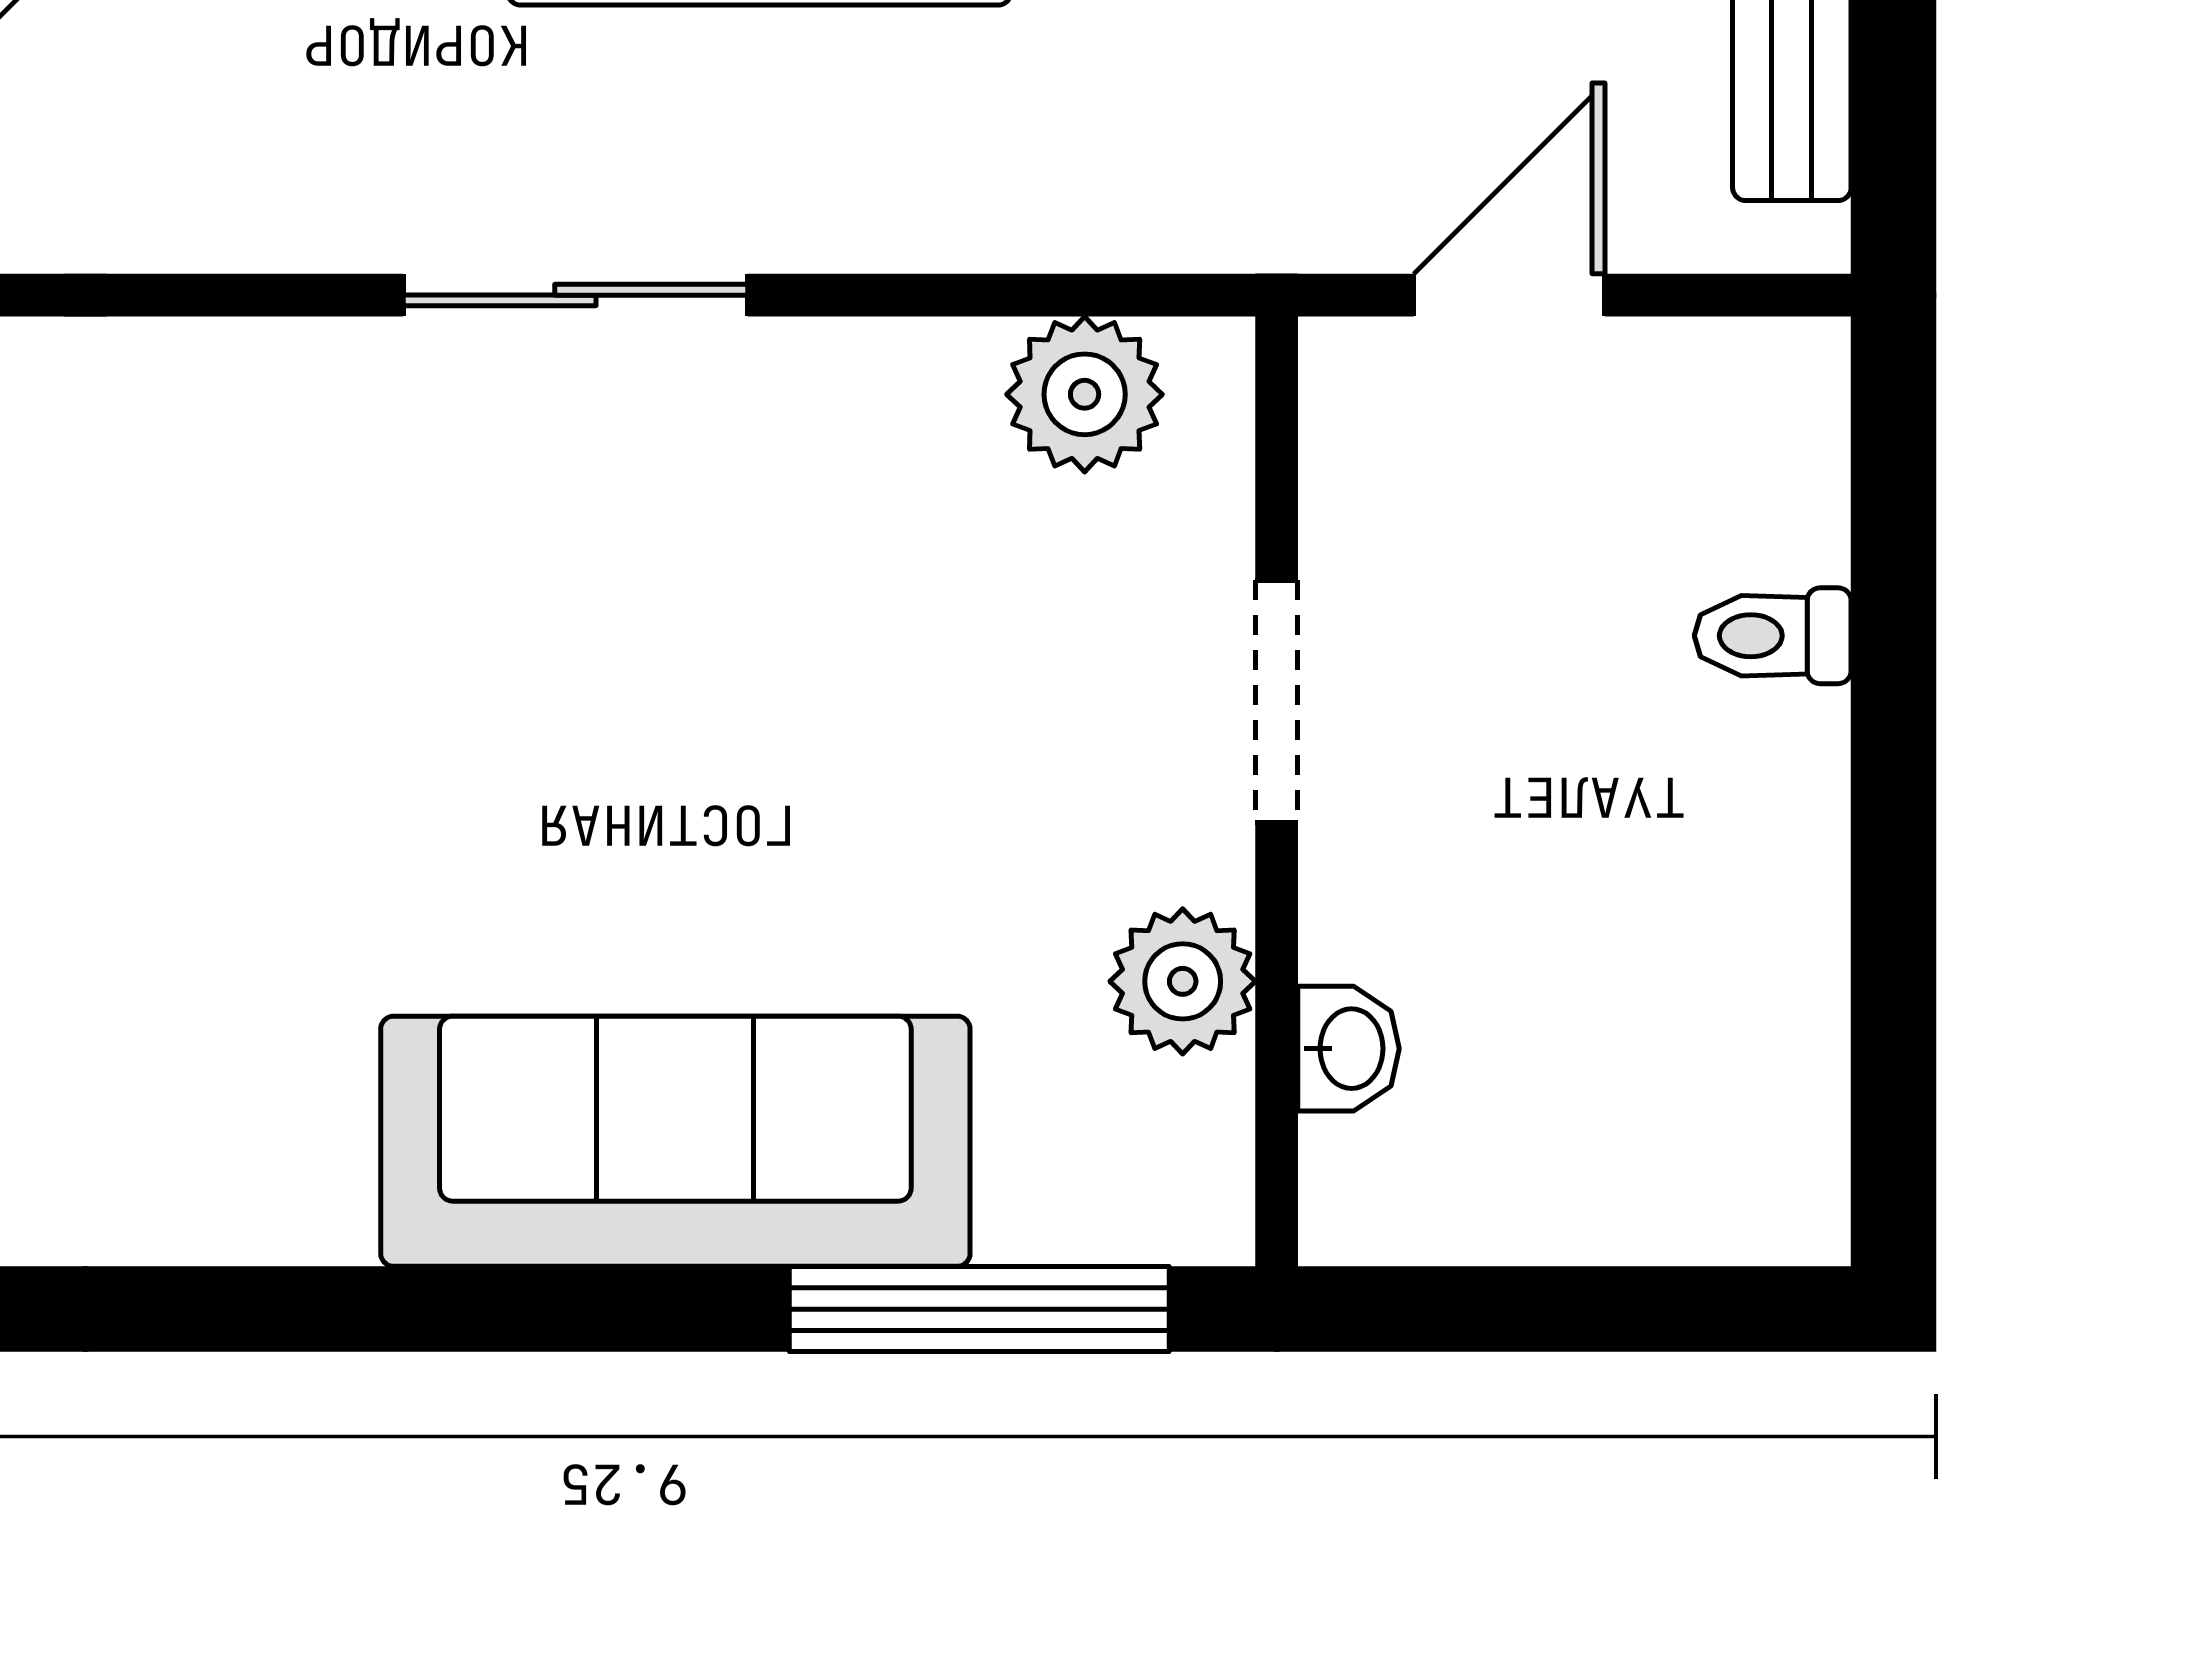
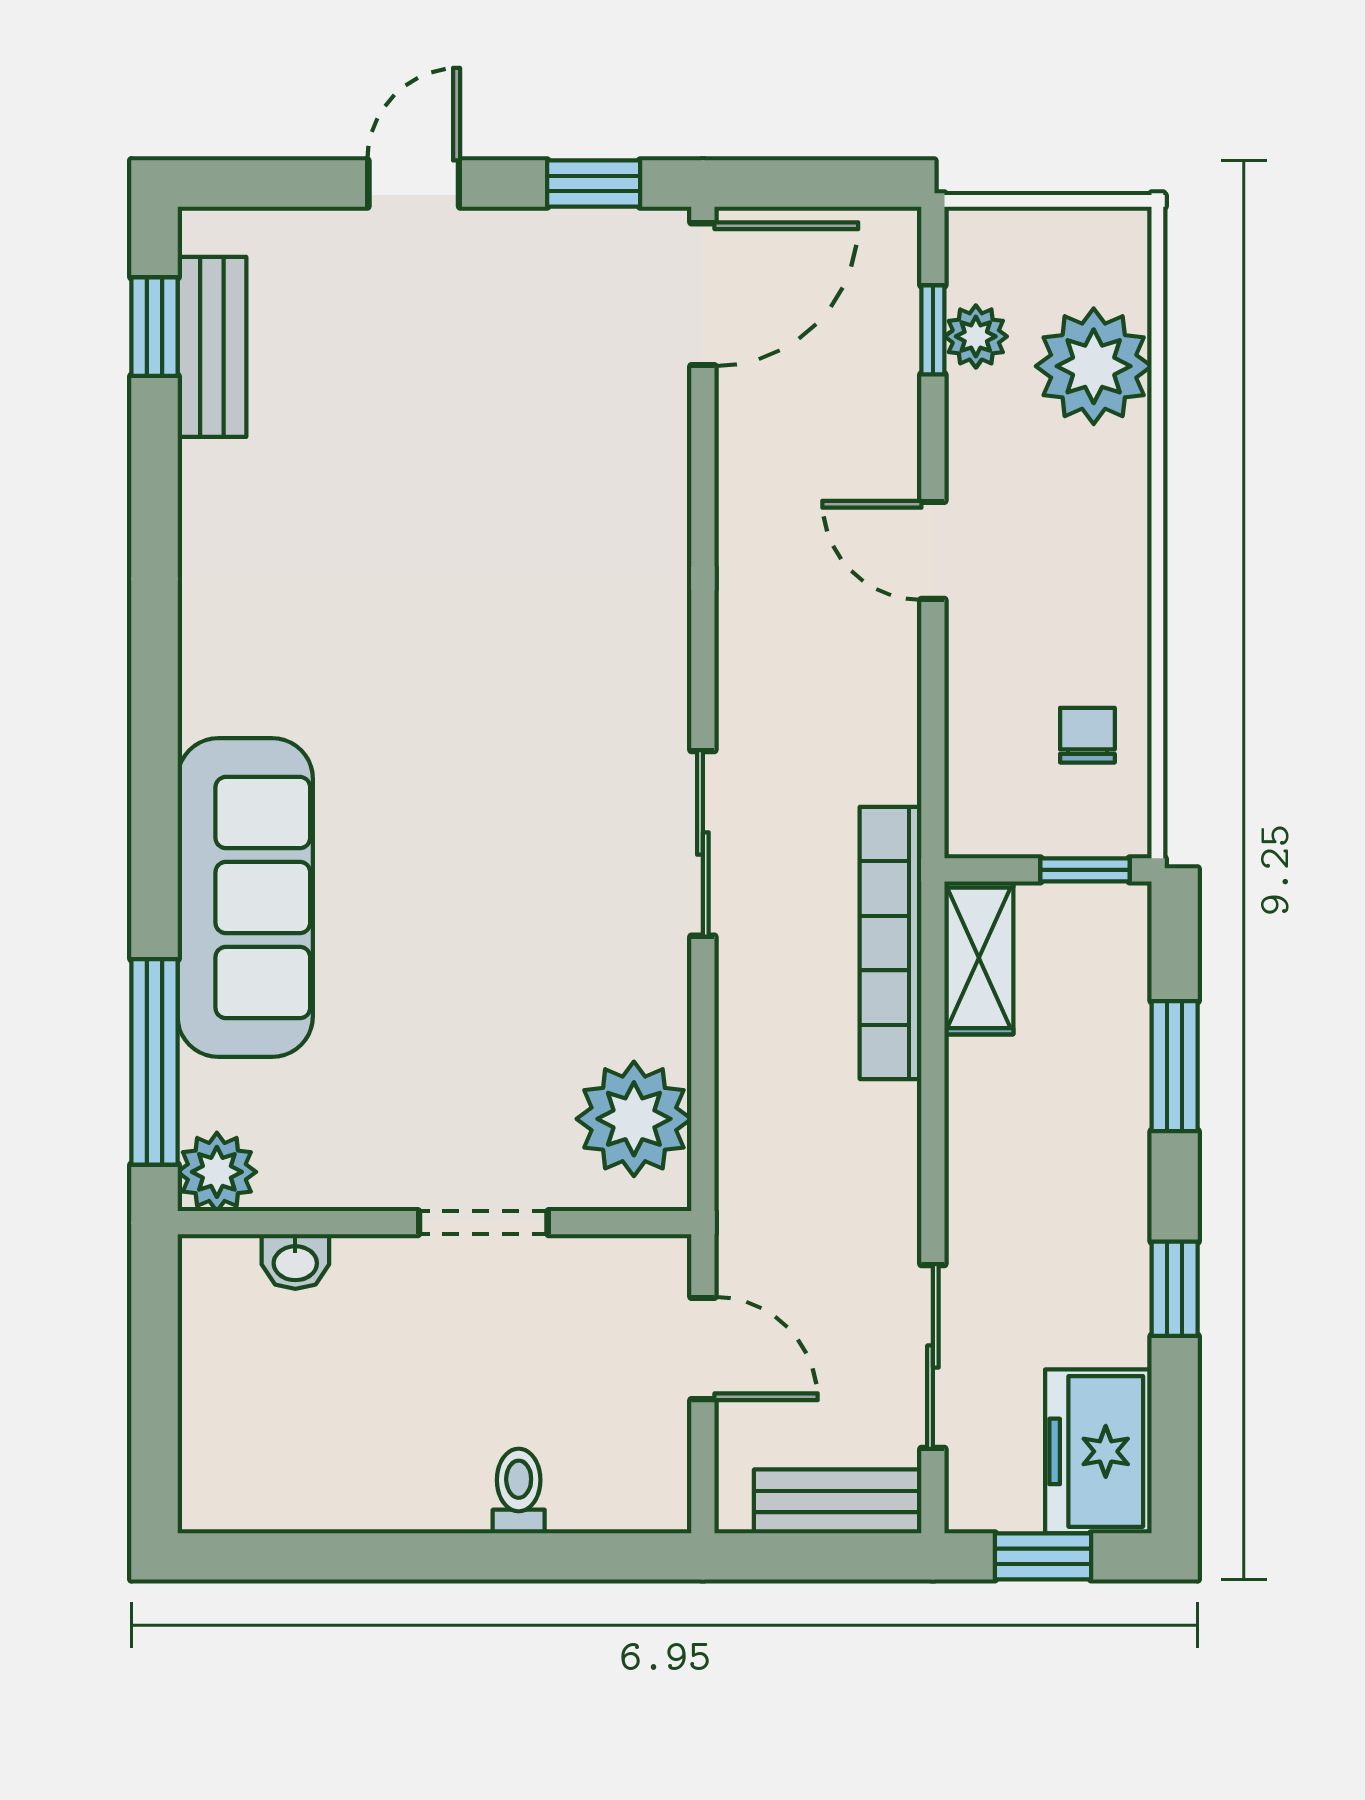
plant: (1085, 394) -> (634, 1119), width x1.36, depth x1.36
plant: (1183, 981) -> (217, 1172), moved

